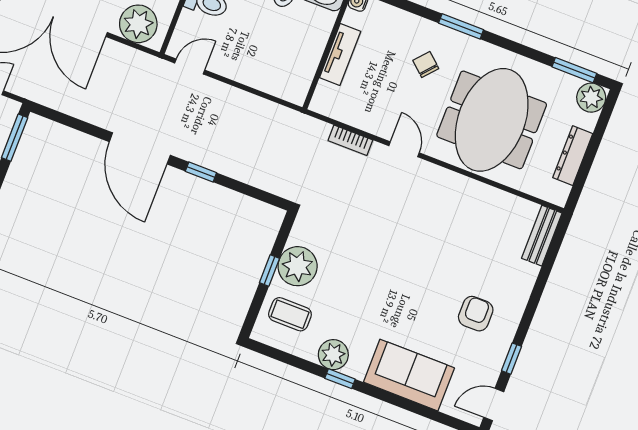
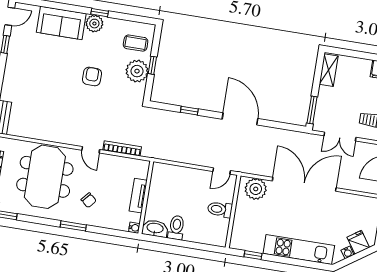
bookcase: (350, 140) -> (122, 148), width x1.56
window: (201, 172) -> (189, 111), moved
armchair: (476, 314) -> (92, 76), moved, turned 180
plant: (333, 355) -> (94, 24), moved

